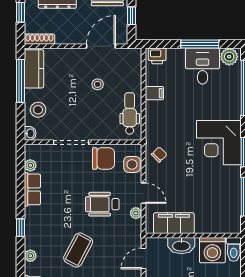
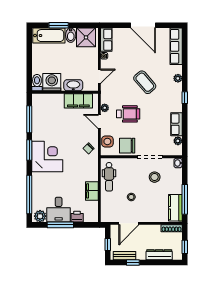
printer: (157, 56) -> (77, 217), moved
filing cabinet: (154, 93) -> (92, 191), width x2.00
stool: (38, 110) -> (155, 177), moved
coffee table: (78, 250) -> (145, 82), turned -69

